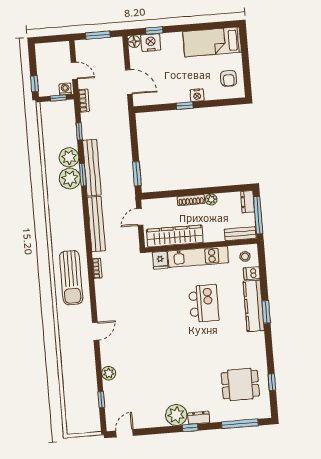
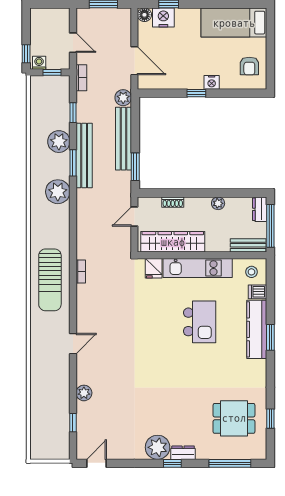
washing machine: (65, 89) -> (39, 63), moved
plant: (122, 115) -> (123, 98), added
plant: (70, 179) -> (58, 192), moved
shoe rack: (191, 200) -> (173, 202), moved, width x0.70
bench: (96, 224) -> (123, 139), moved

